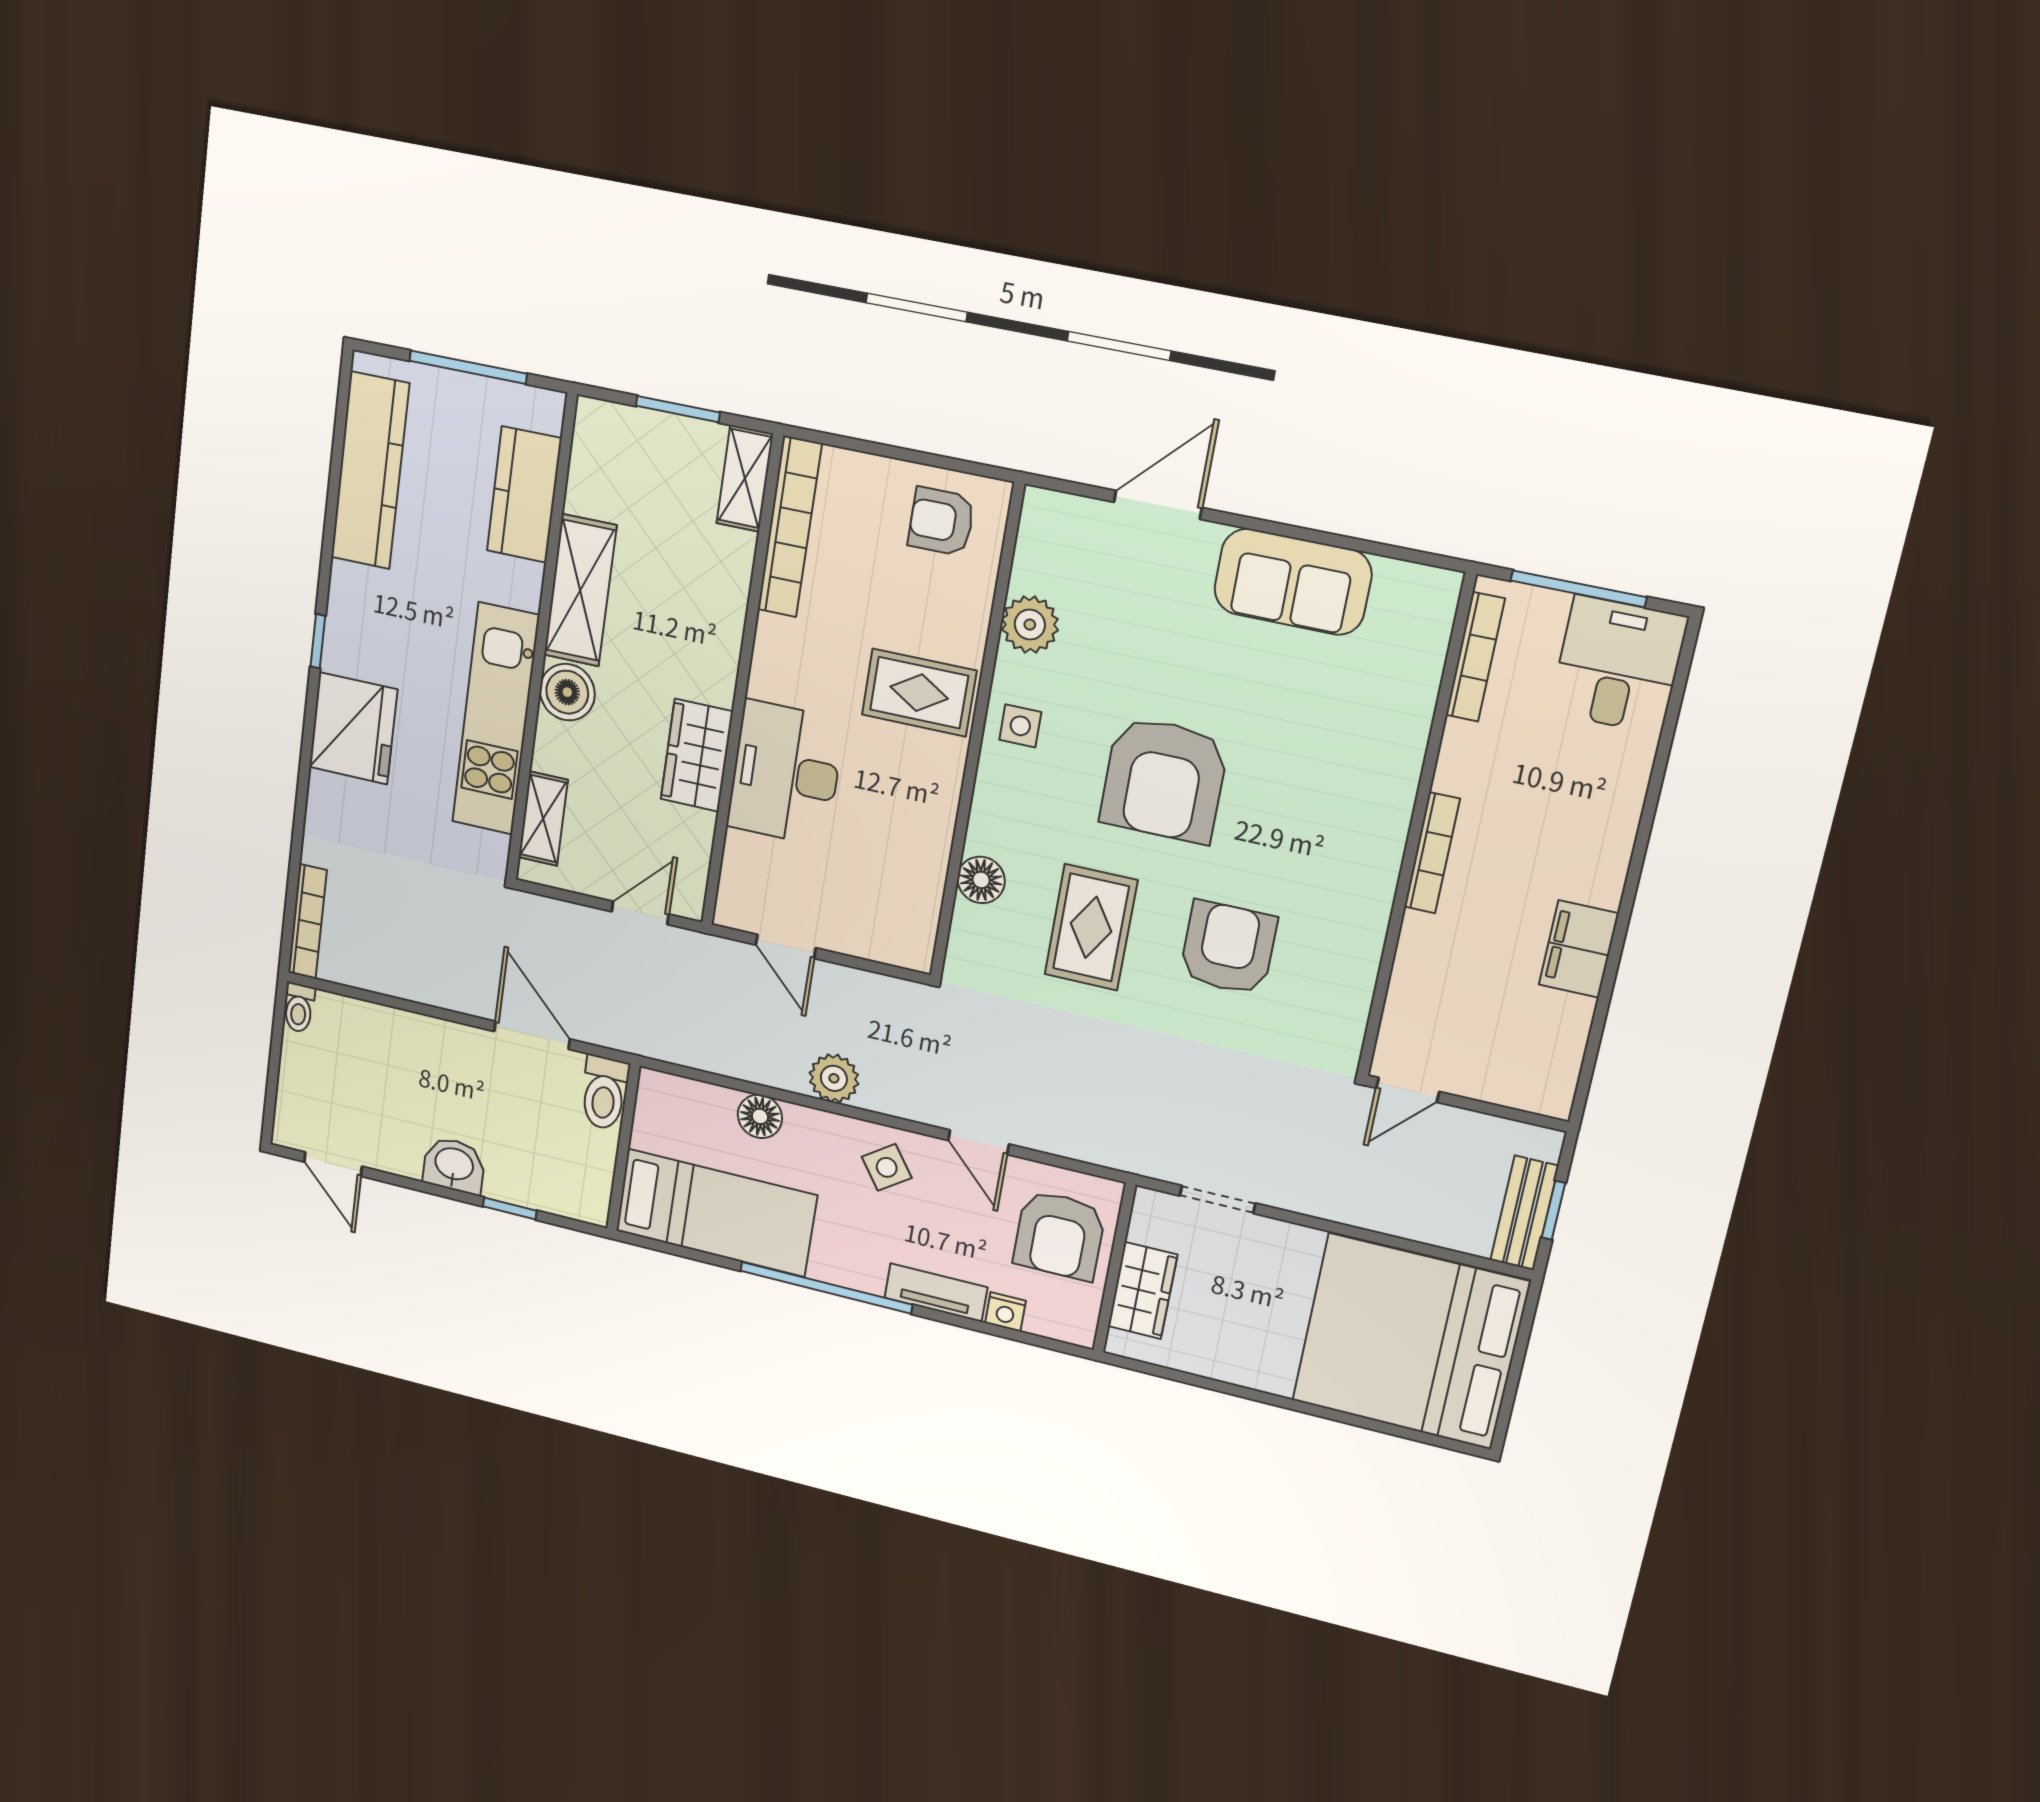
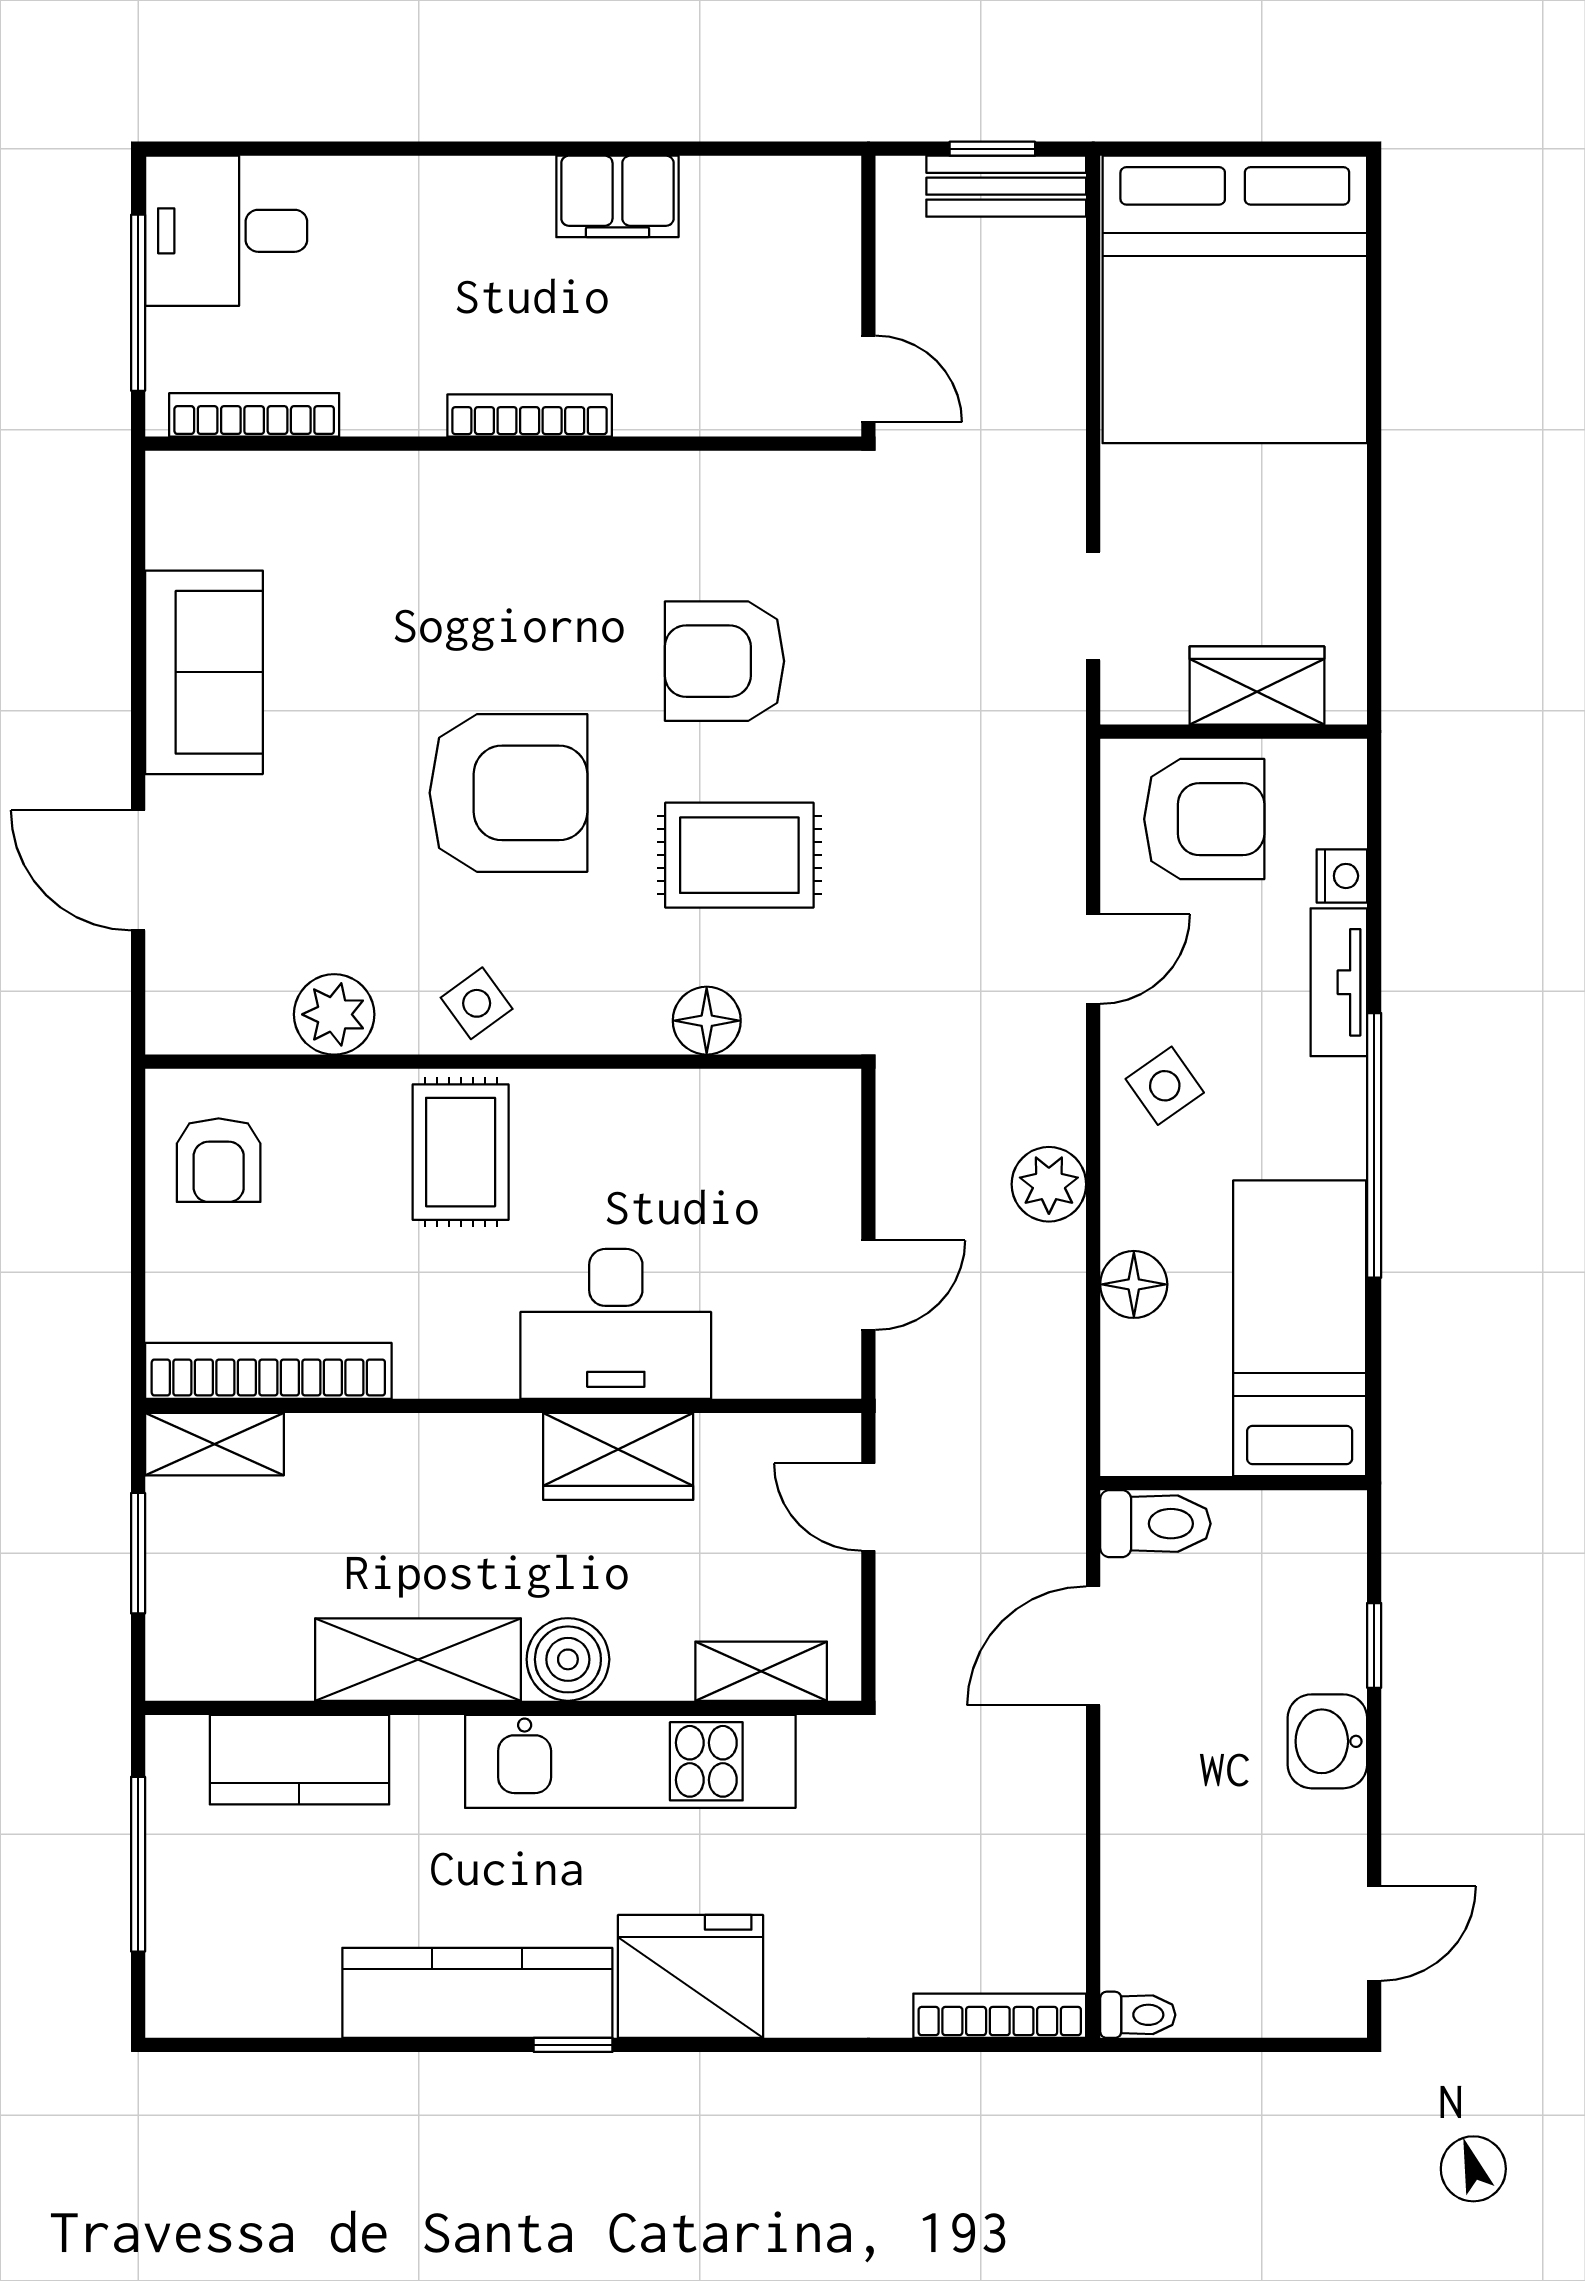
kitchen counter: (370, 471) -> (477, 1993), moved
side table: (1020, 726) -> (477, 1003), turned -36

